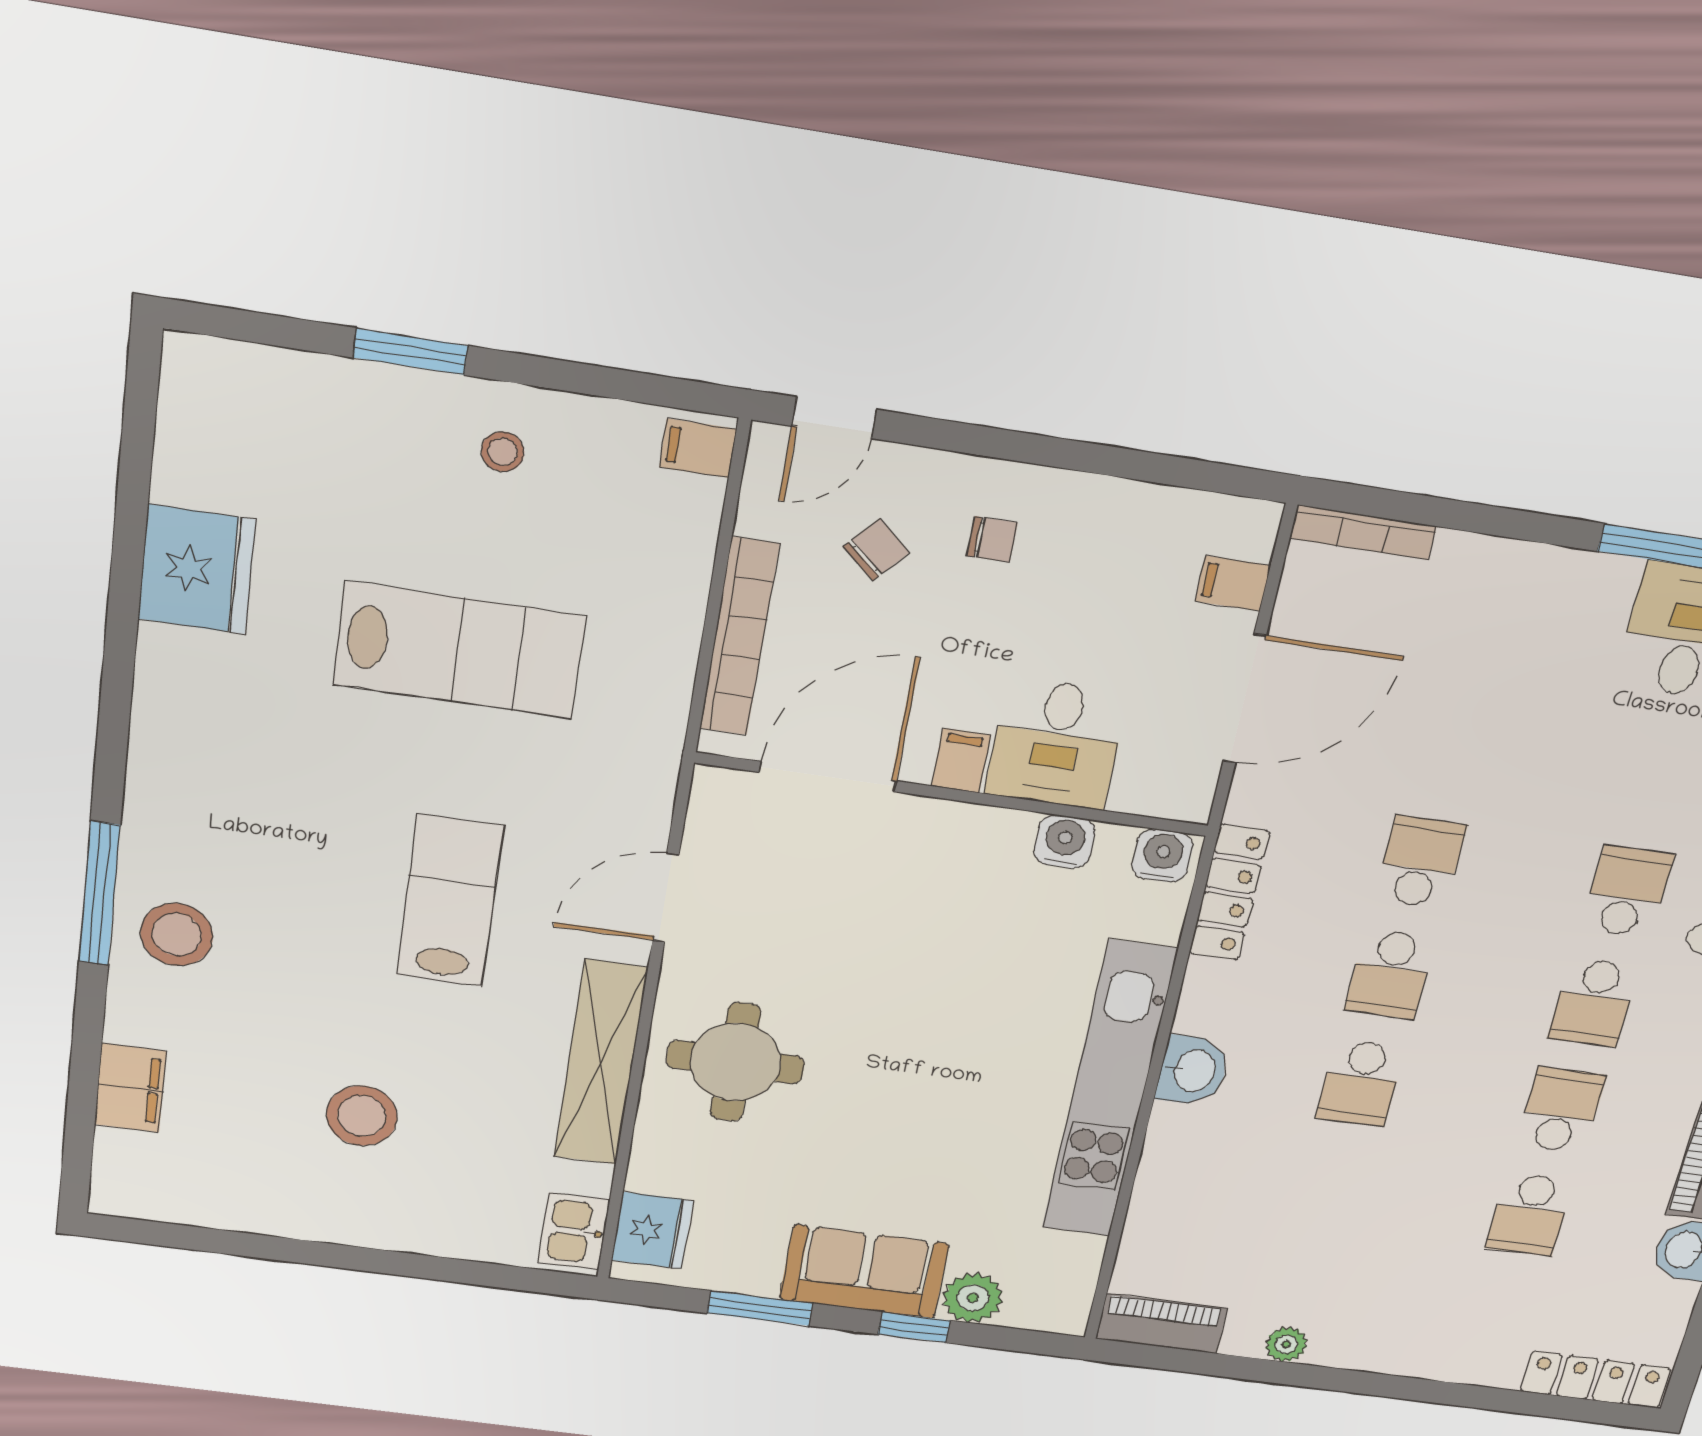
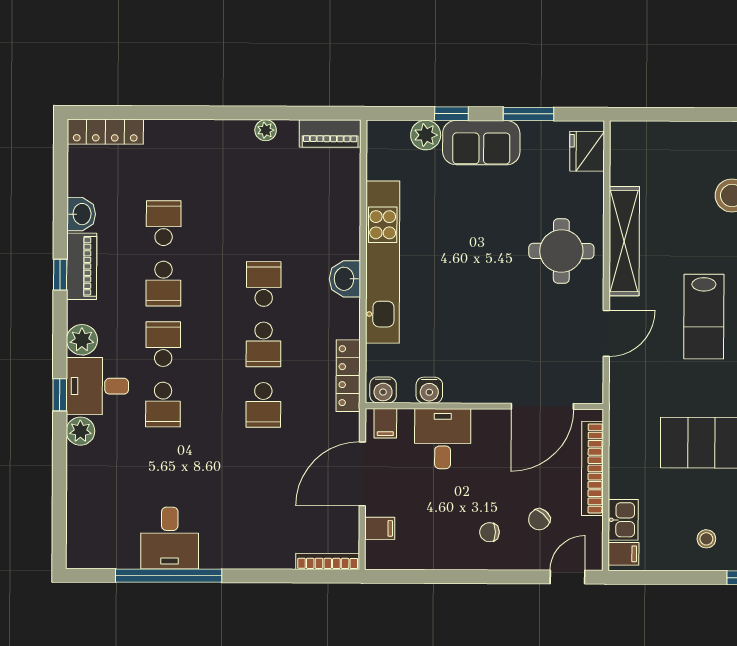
filing cabinet: (961, 760) -> (385, 423), moved
school desk: (1390, 974) -> (264, 344), turned 180
kitchen sink: (574, 1231) -> (623, 520), moved

